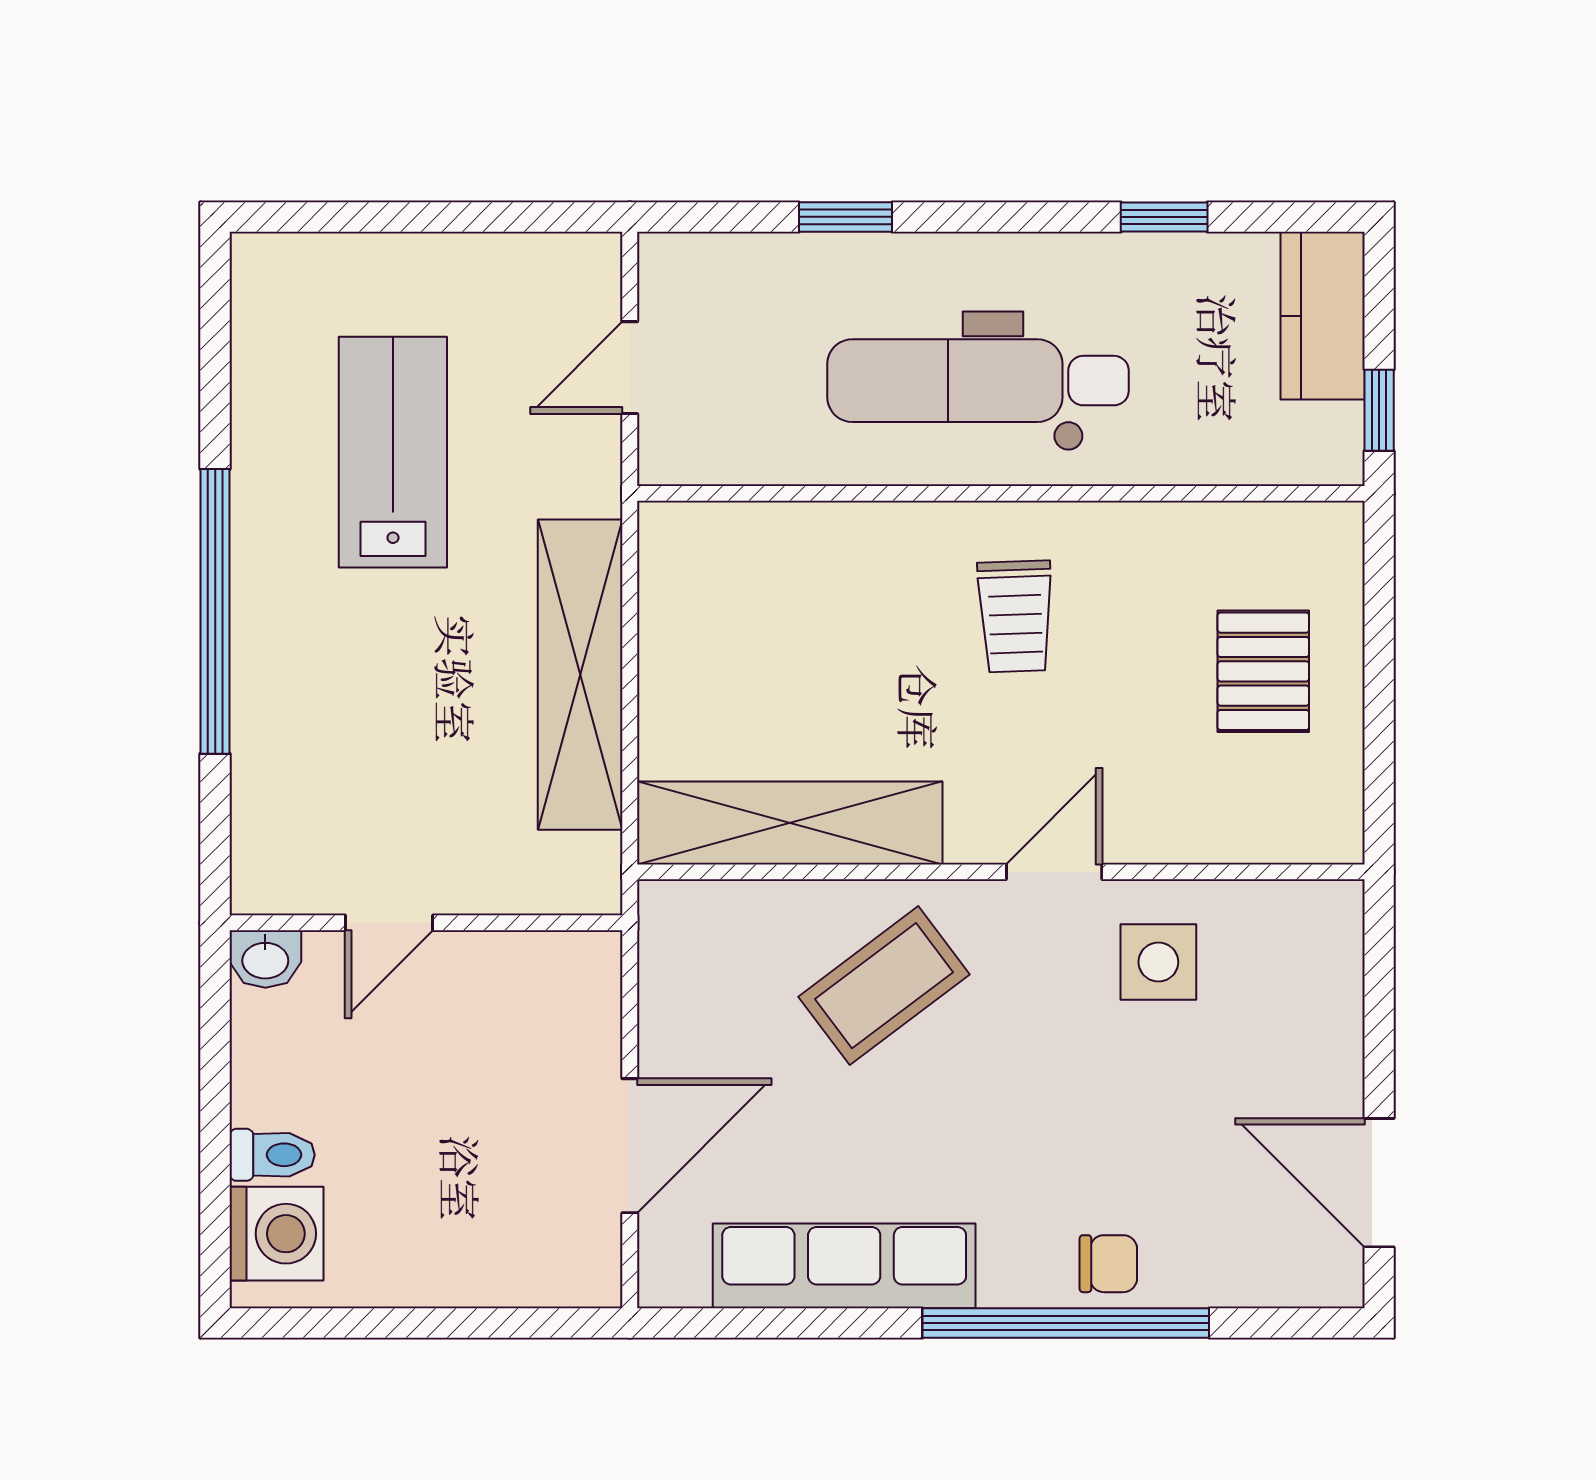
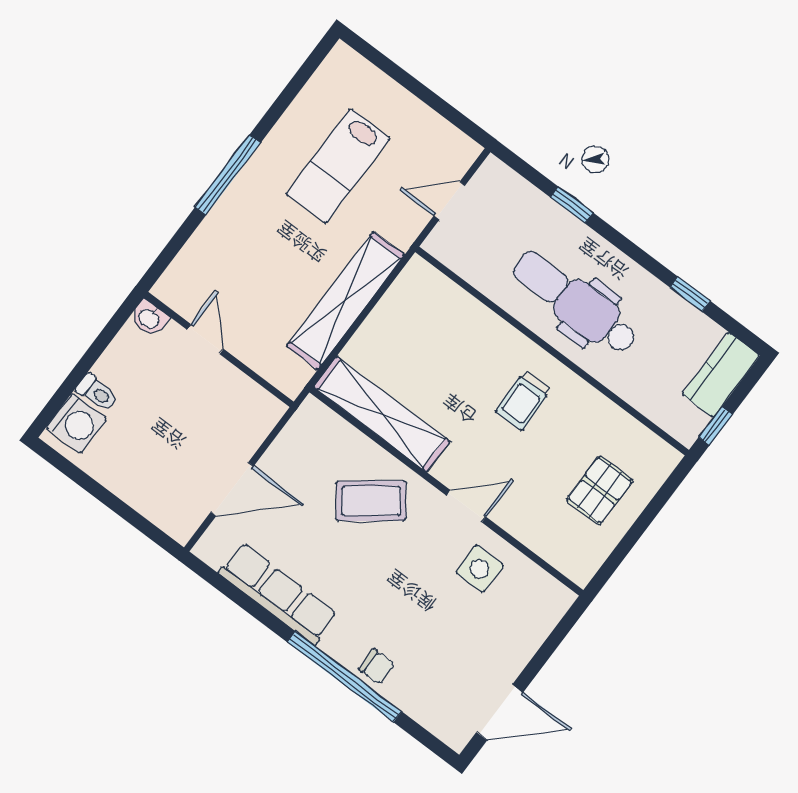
lab bench: (393, 452) -> (338, 166), turned 180
window: (215, 611) -> (228, 175), width x0.68
door: (389, 923) -> (205, 339), swing flipped
door: (1379, 1183) -> (500, 712), swing flipped

